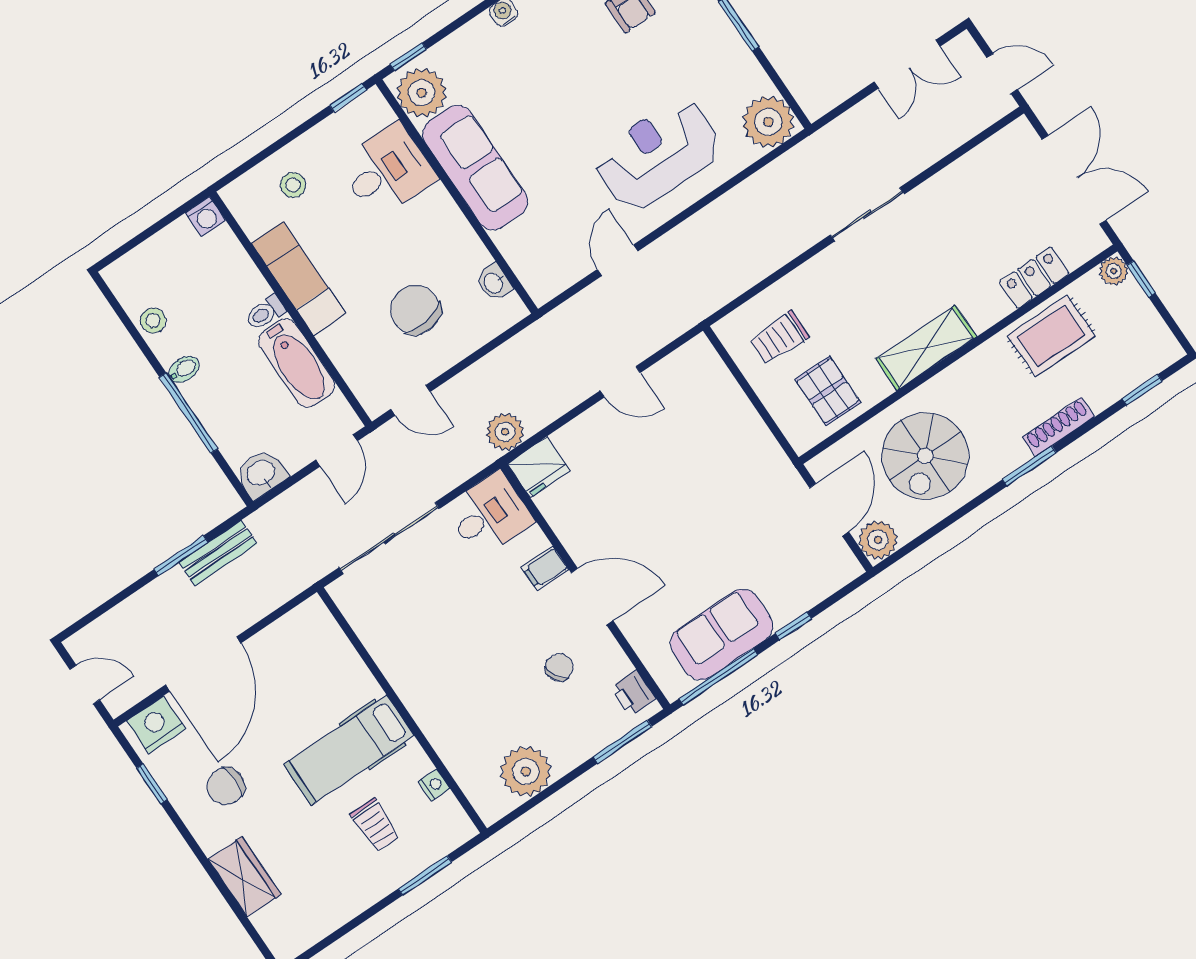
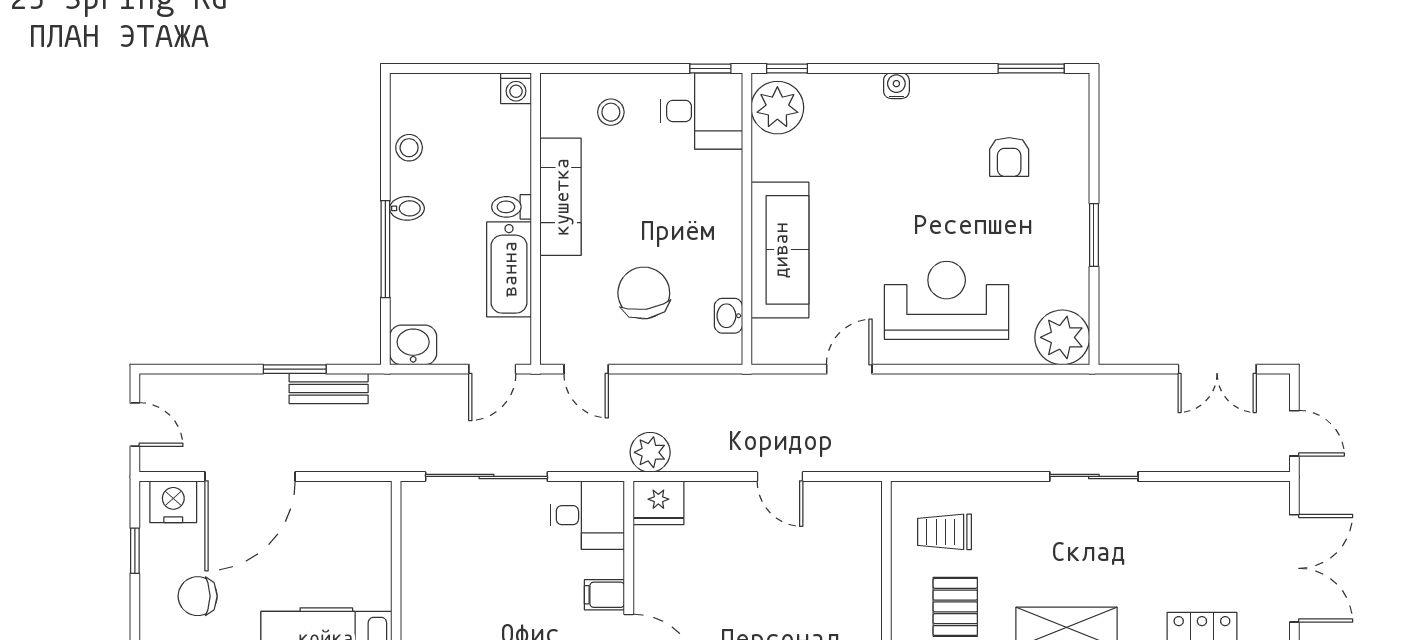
sofa: (475, 168) -> (780, 250), moved
desk: (387, 171) -> (701, 111), moved

